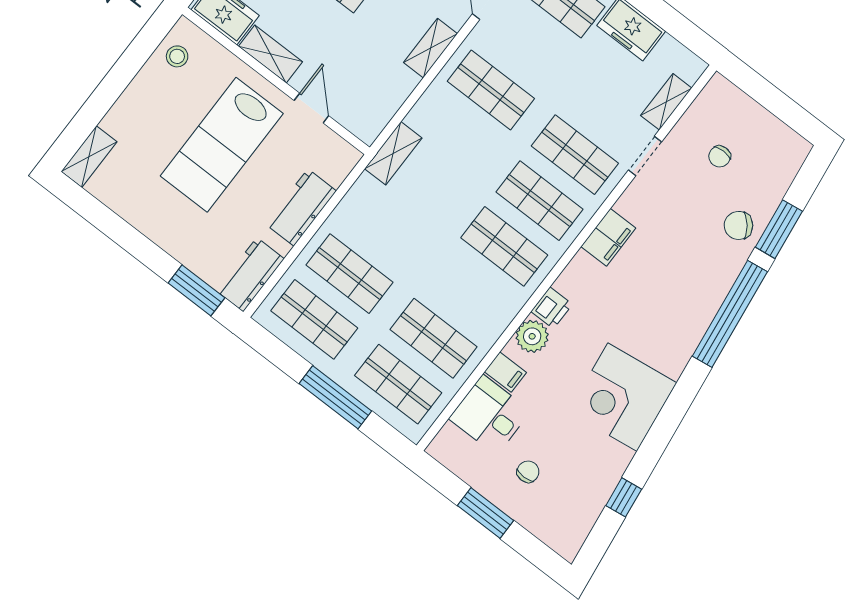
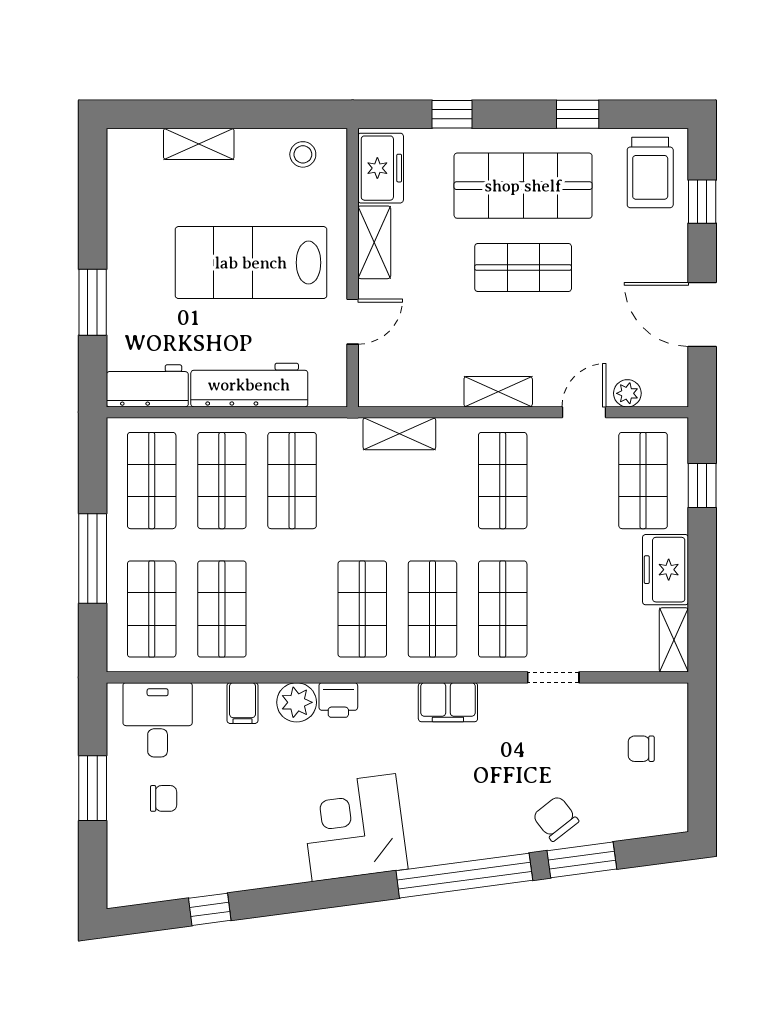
shelving: (666, 102) -> (674, 640), moved, turned 90
shelving: (393, 153) -> (399, 434), moved
chair: (720, 156) -> (641, 749), moved
shelving: (89, 157) -> (199, 144), moved
workbench: (301, 208) -> (249, 385), width x1.38
shop shelf: (385, 228) -> (292, 481), added
window: (196, 290) -> (93, 302), moved
corner desk: (622, 397) -> (354, 828), moved
desk: (490, 415) -> (158, 720), moved

